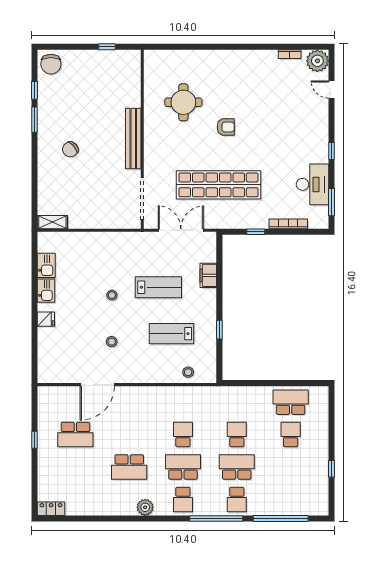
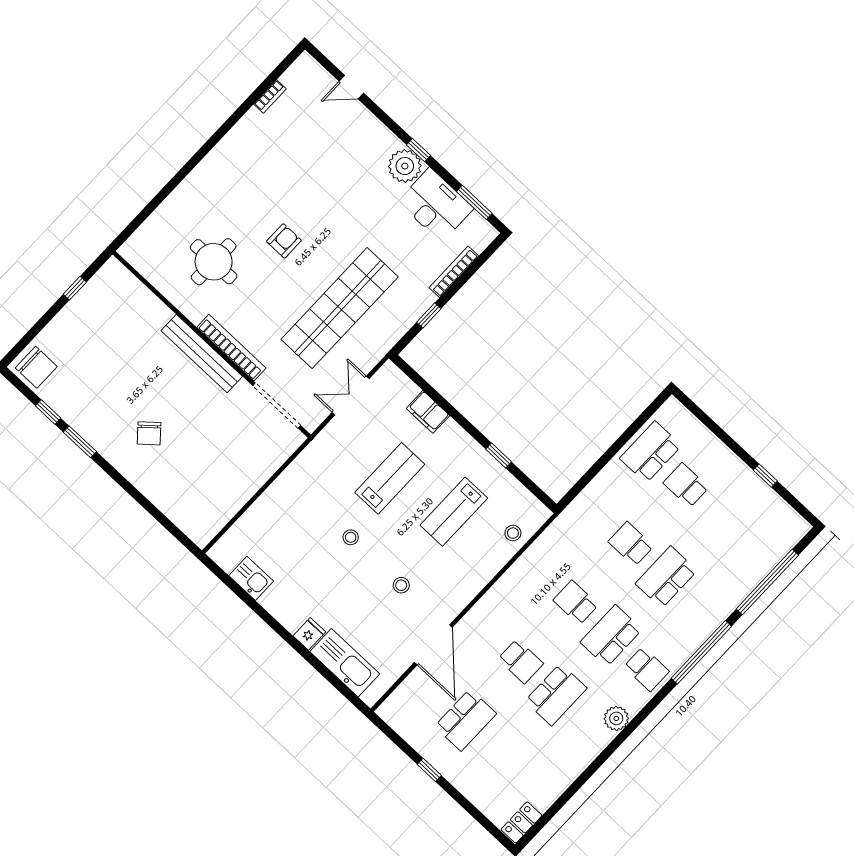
plant: (317, 61) -> (405, 166), moved
bookcase: (150, 150) -> (231, 348), added
shelving: (52, 222) -> (210, 527), removed
double door: (181, 230) -> (351, 395), width x0.73
kitchen sink: (46, 291) -> (345, 663), moved, width x1.88, depth x1.24
school desk: (237, 499) -> (521, 661), moved

